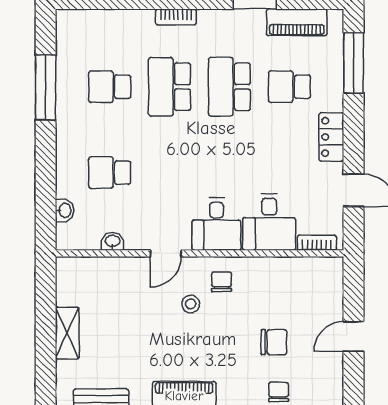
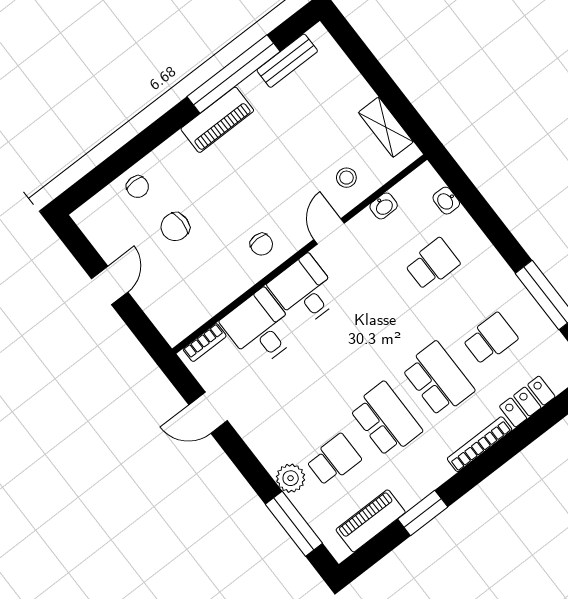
bookcase: (176, 17) -> (480, 444), width x1.56
plant: (331, 97) -> (291, 478), added
locker: (331, 137) -> (527, 402), moved, turned -90
stool: (191, 304) -> (346, 178), moved
shelving: (67, 333) -> (386, 127), moved

